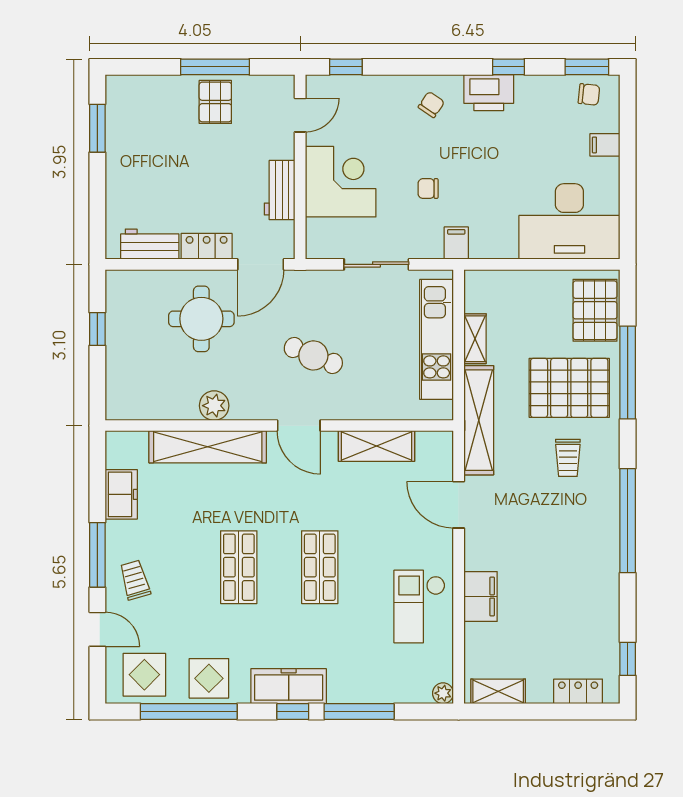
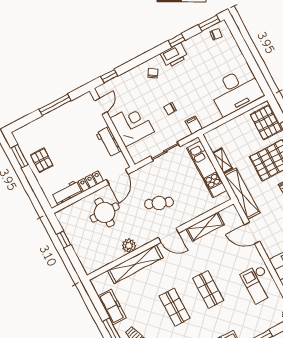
pallet: (215, 102) -> (42, 160), moved
filing cabinet: (605, 145) -> (234, 52), removed
freezer: (121, 494) -> (112, 307), width x1.40

